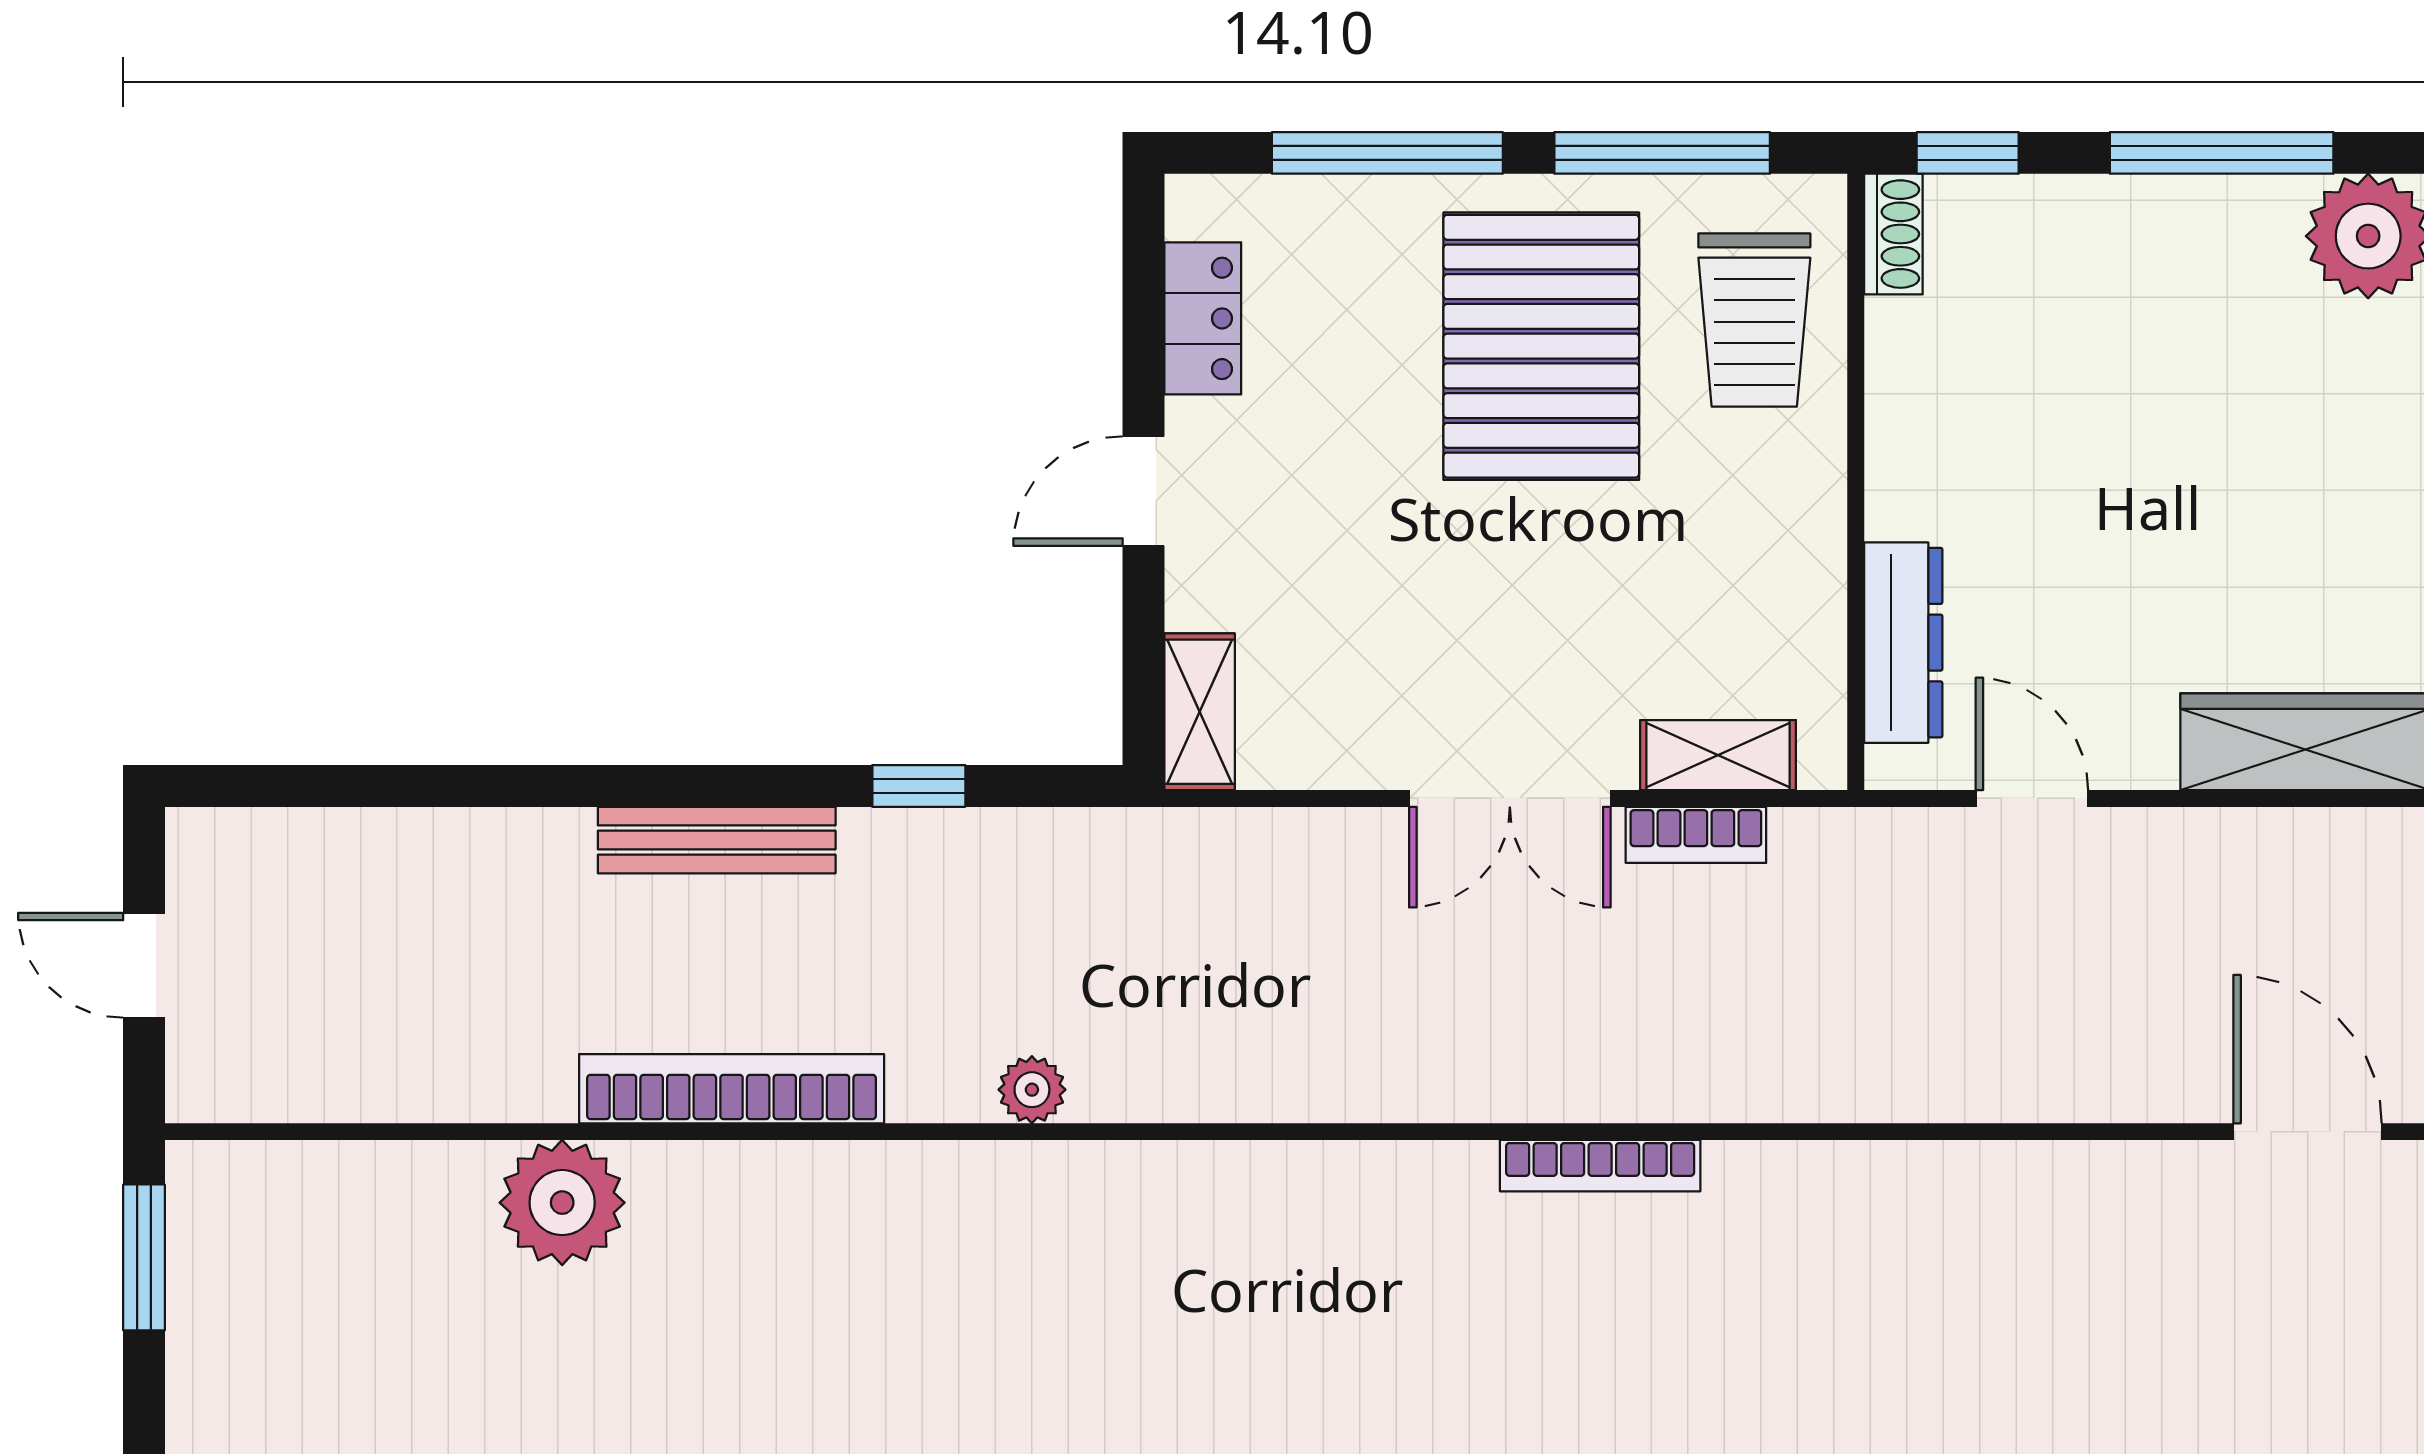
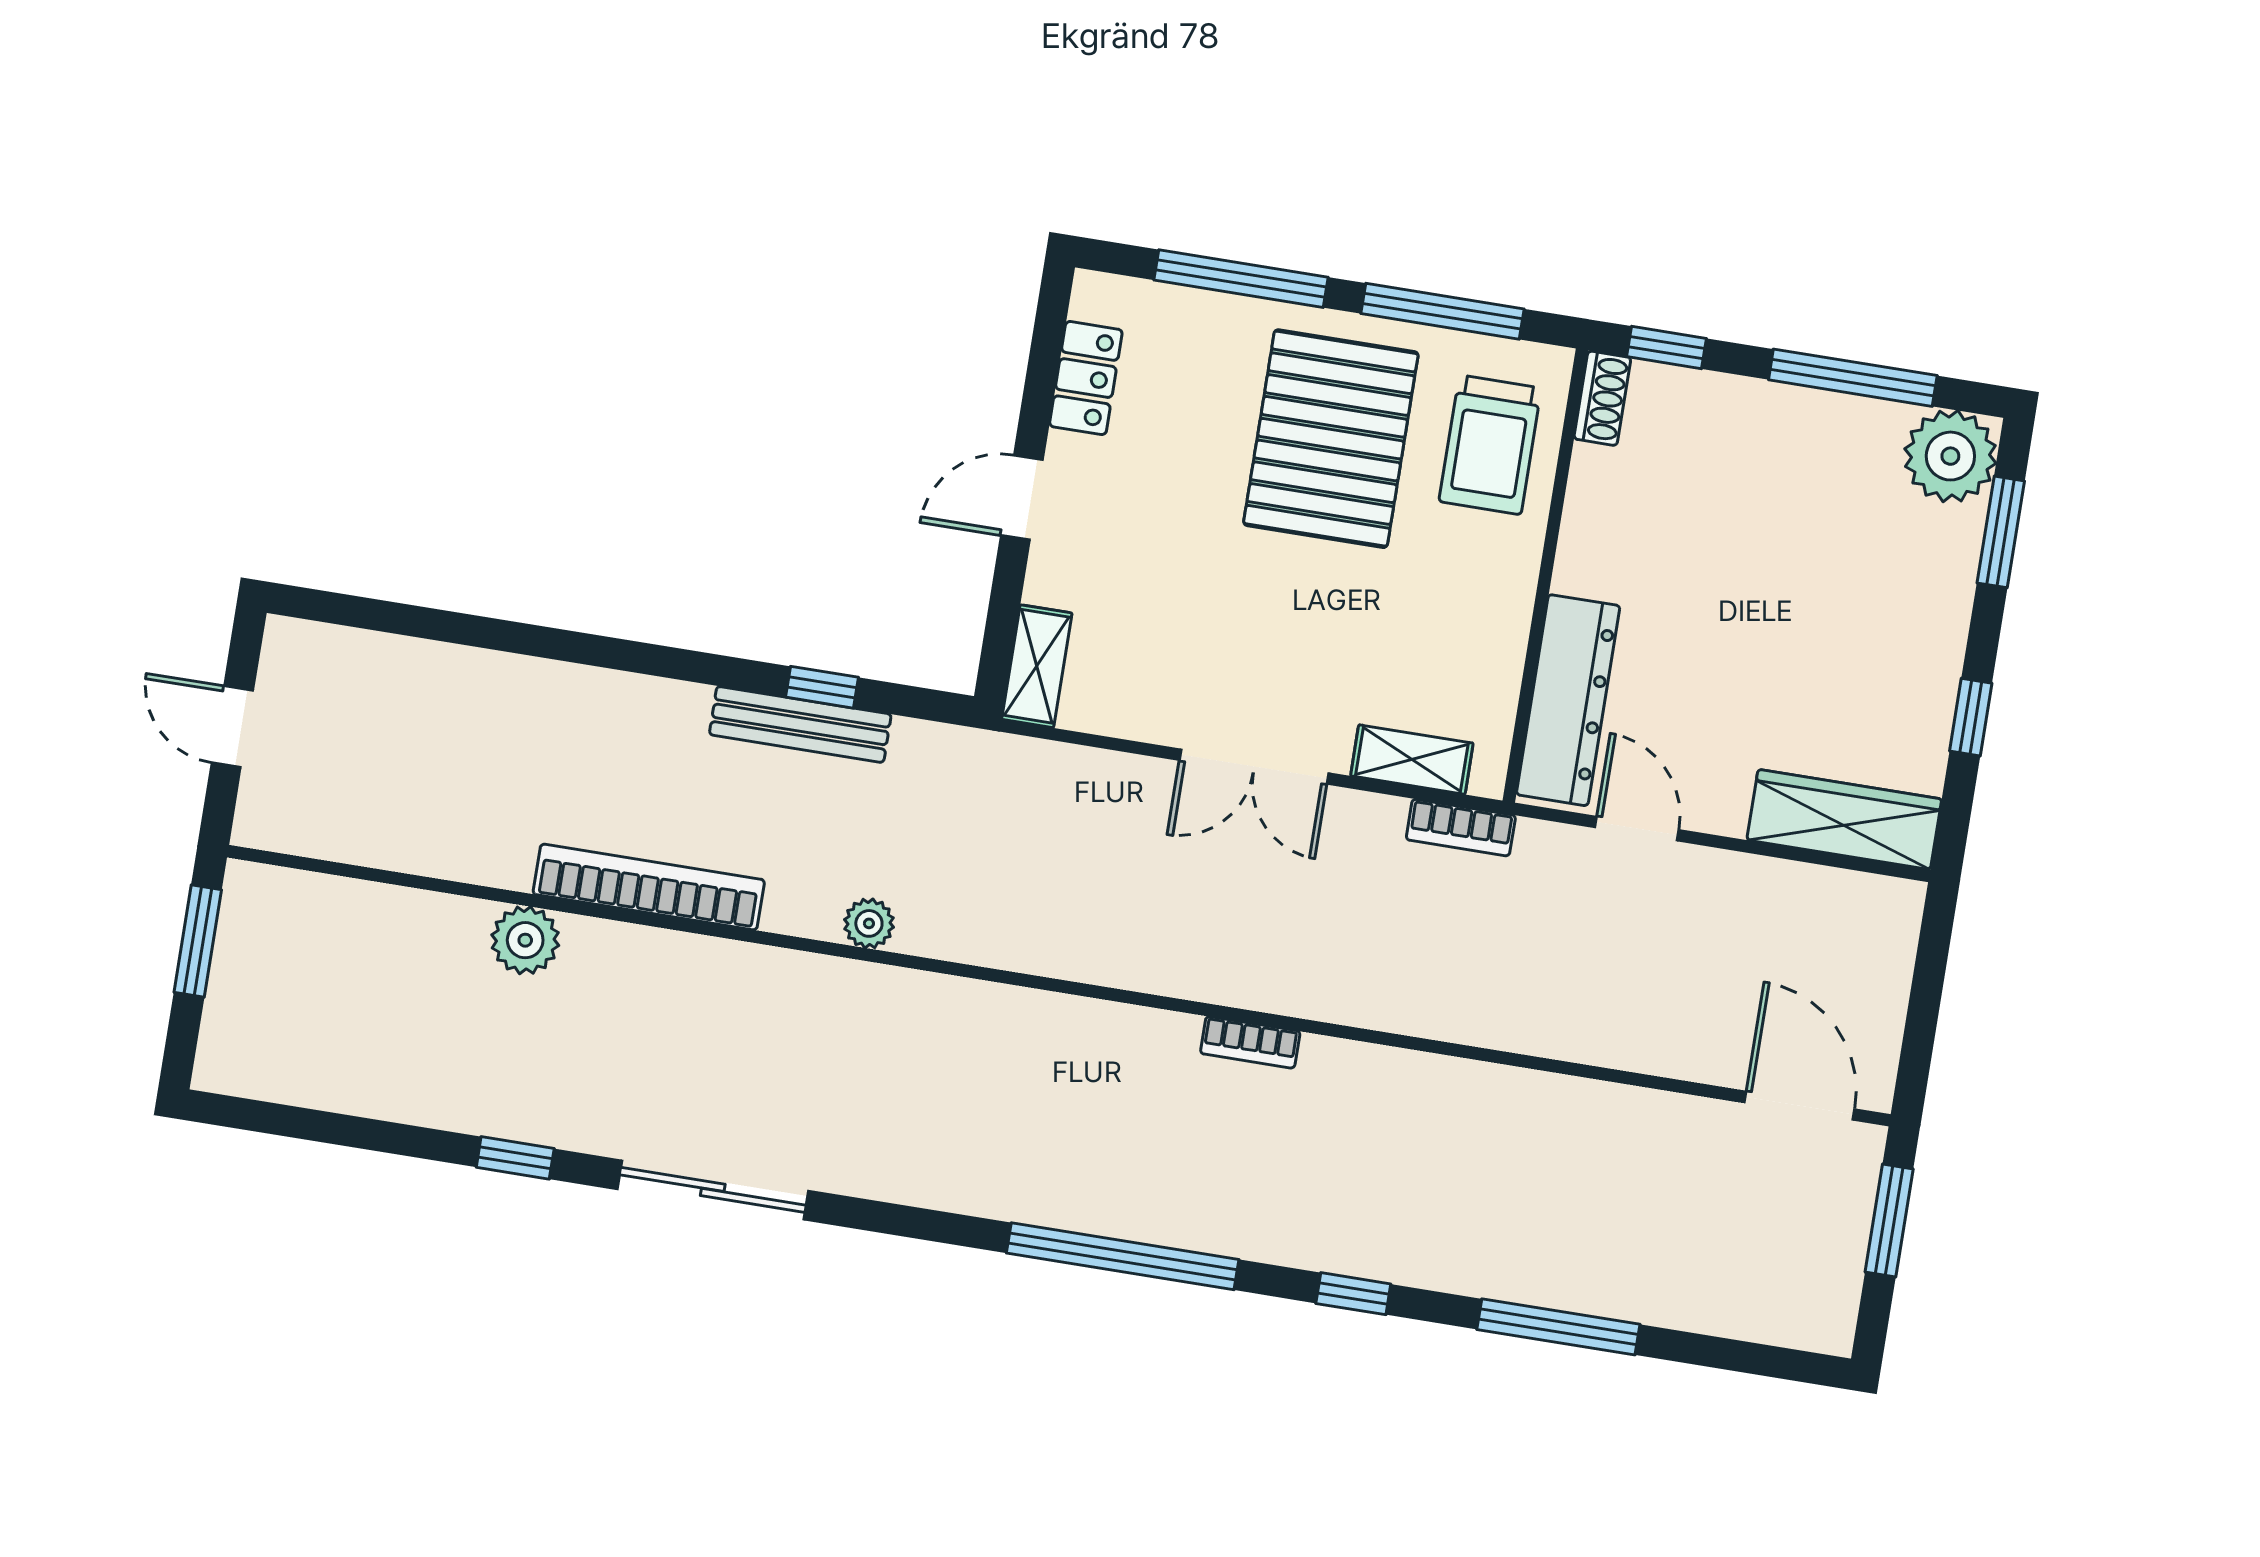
dresser: (1903, 643) -> (1568, 700), width x1.37, depth x1.24
bookcase: (1696, 835) -> (1461, 828), moved
bench: (717, 840) -> (800, 724), moved
bookcase: (1600, 1166) -> (1250, 1042), width x0.64
plant: (562, 1203) -> (525, 940), width x0.73, depth x0.73

